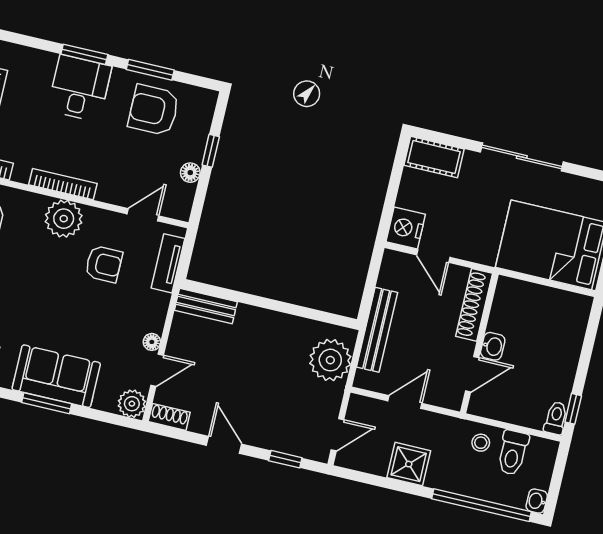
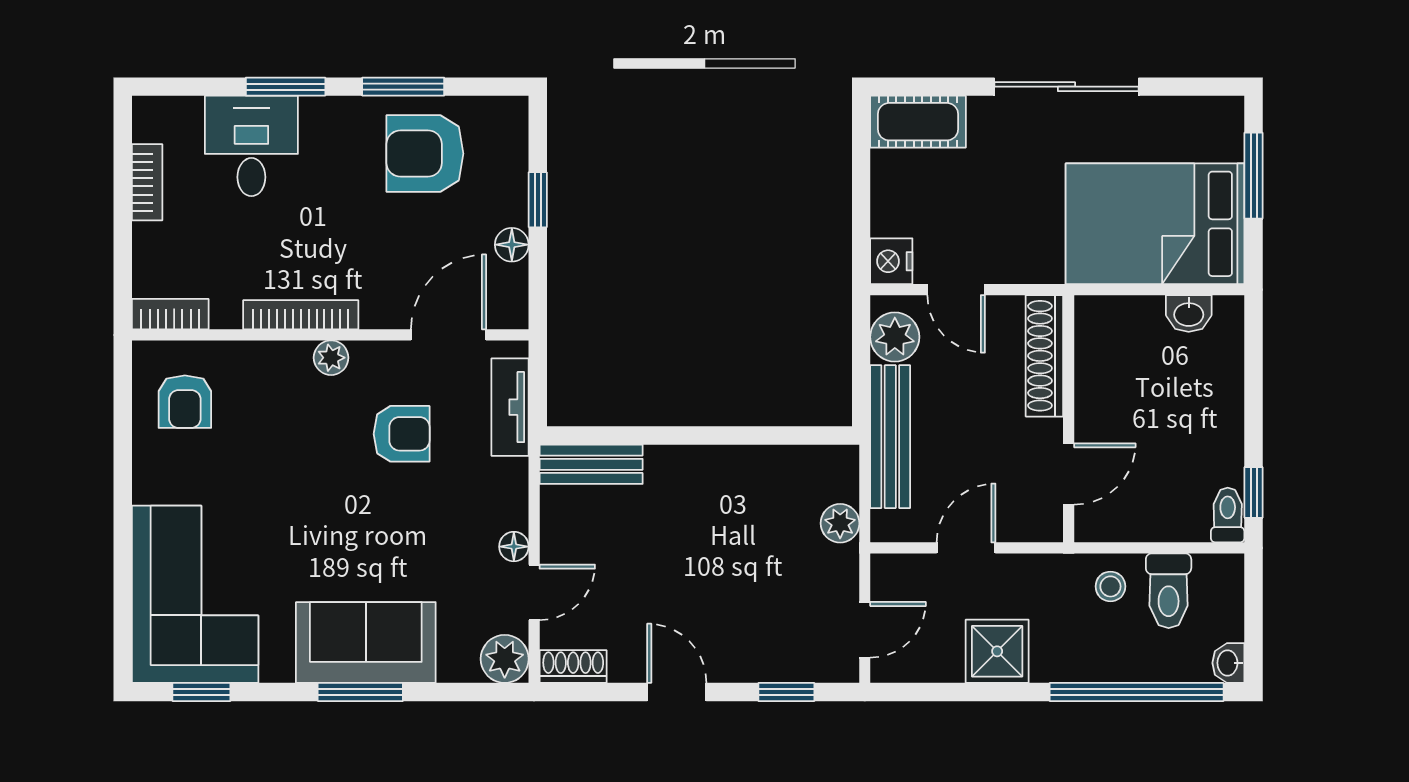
desk: (80, 88) -> (251, 146), moved
door: (143, 215) -> (448, 335), width x1.38
plant: (64, 219) -> (331, 358), width x0.53, depth x0.53
nightstand: (406, 228) -> (891, 261), width x0.74, depth x0.75
plant: (393, 275) -> (895, 337), added
washbasin: (493, 346) -> (1189, 313), moved, turned 90
plant: (330, 360) -> (840, 523), width x0.53, depth x0.53

